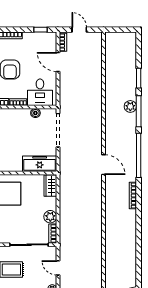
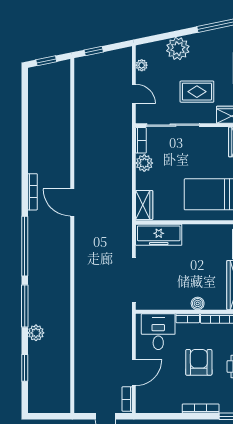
window: (40, 30) -> (158, 416), removed
door: (58, 62) -> (134, 373), hinge flipped
window: (139, 78) -> (25, 368), moved
plant: (130, 106) -> (36, 333), moved
boiler: (35, 113) -> (198, 303), moved
door: (103, 165) -> (72, 203), moved

